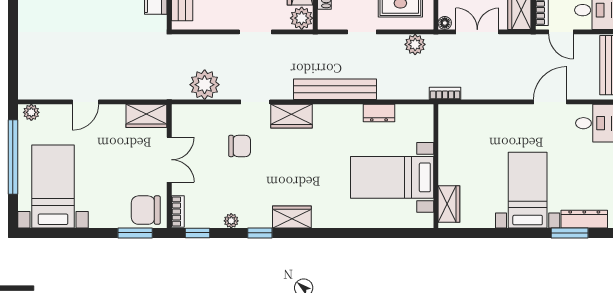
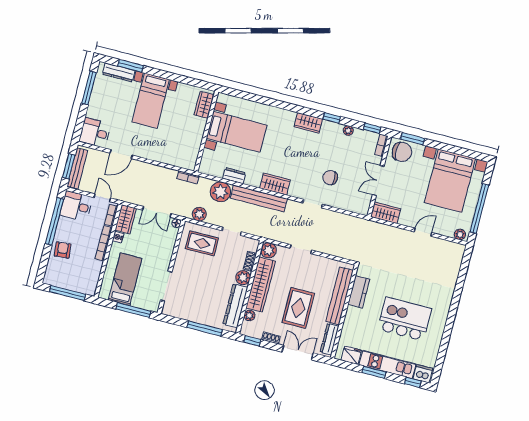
plant: (205, 85) -> (220, 192), moved
wardrobe: (292, 116) -> (275, 184), moved
bed with nightstands: (53, 186) -> (450, 181), width x1.36

